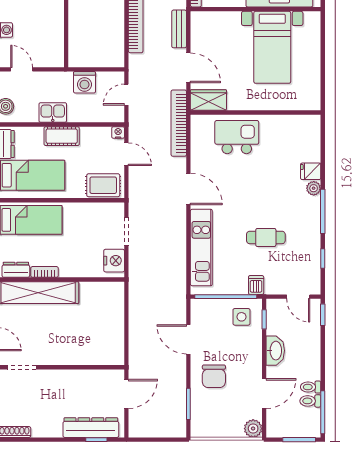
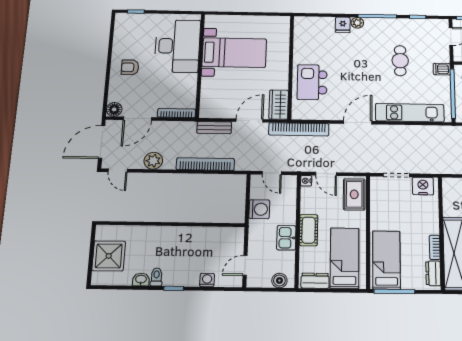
door: (126, 154) -> (326, 174), swing flipped

